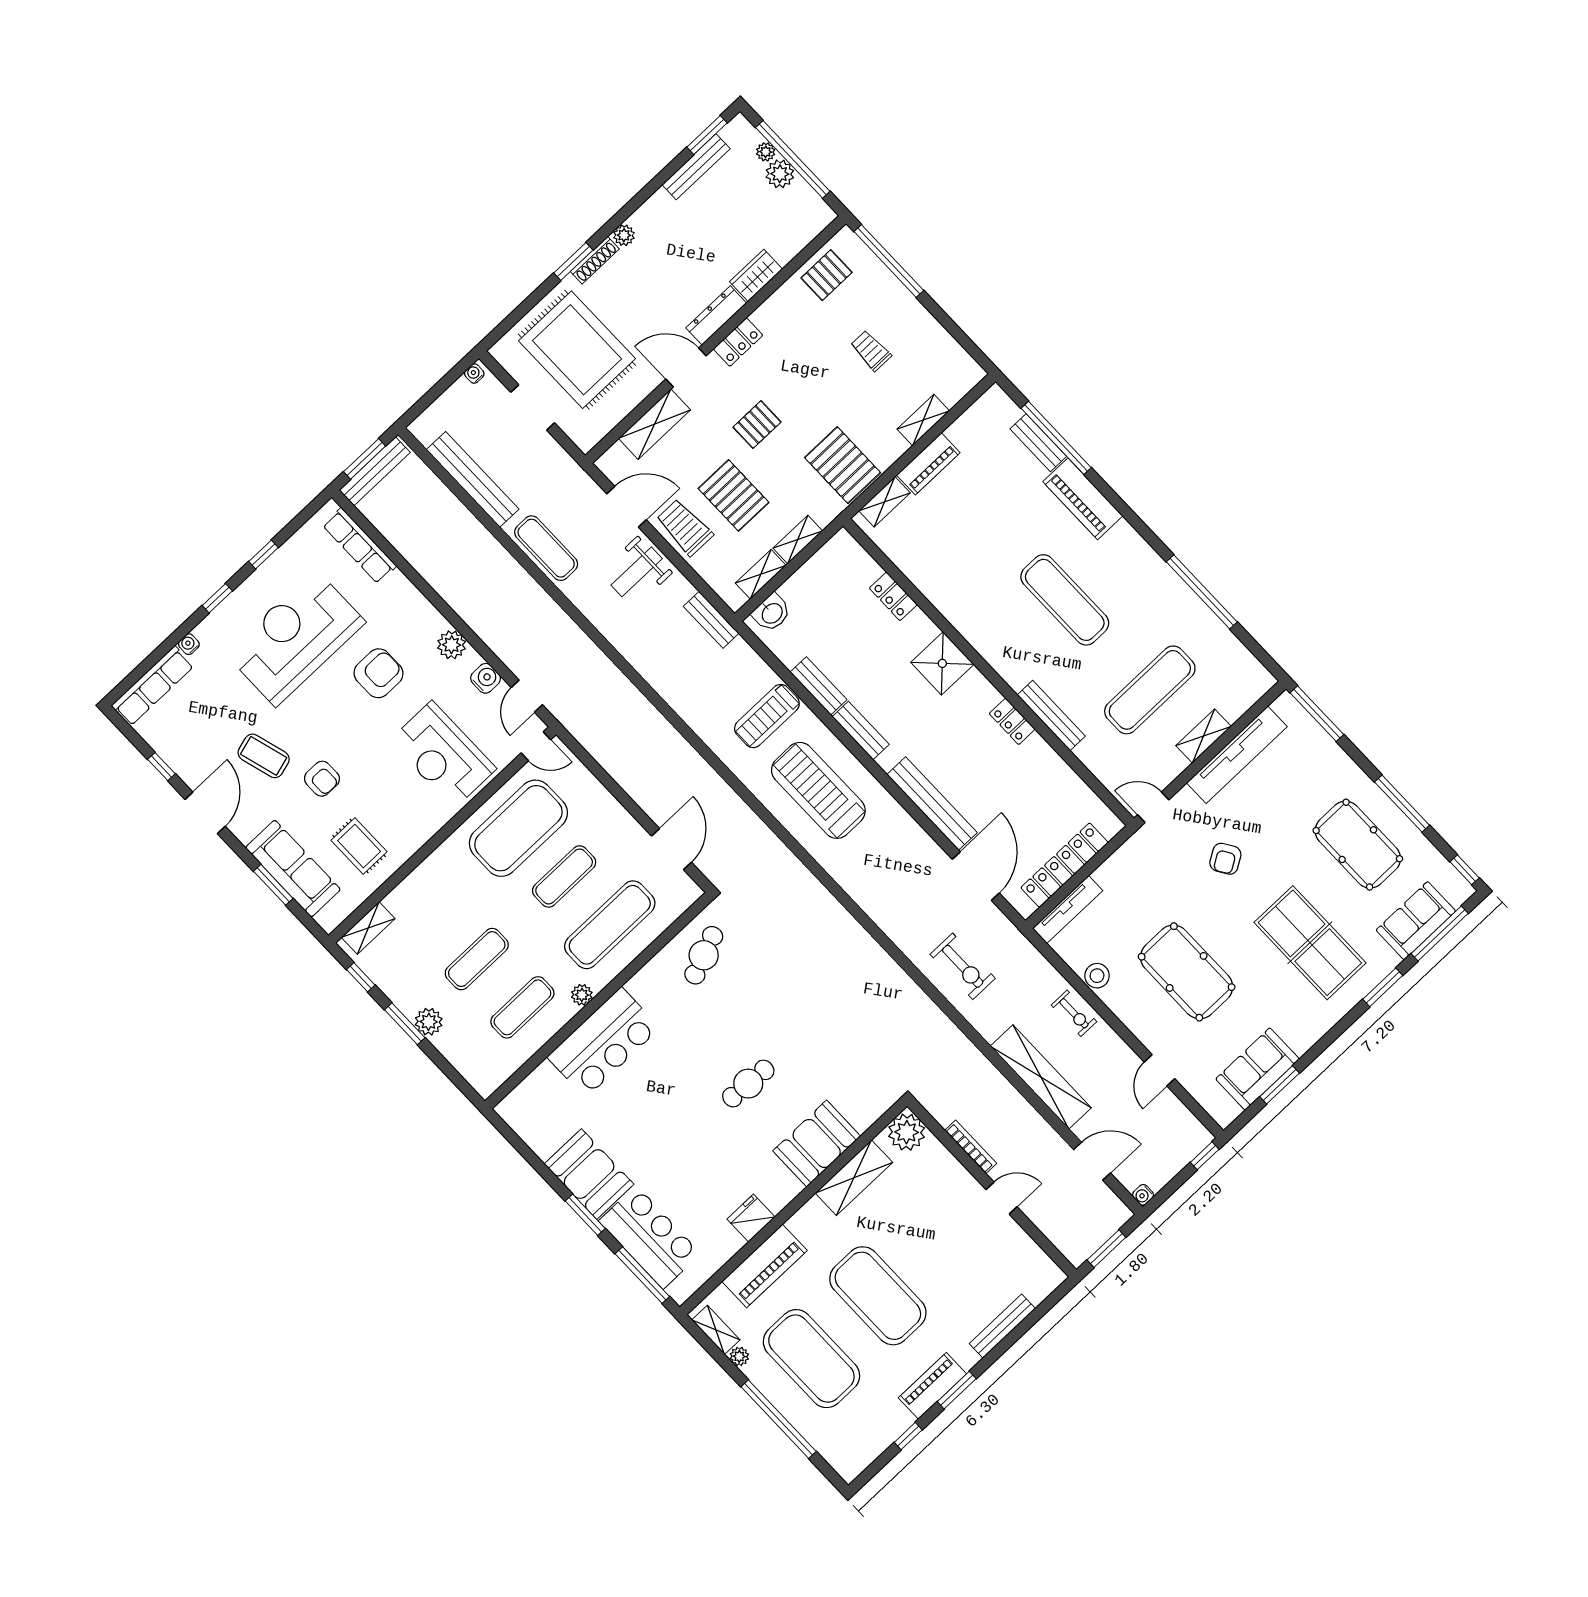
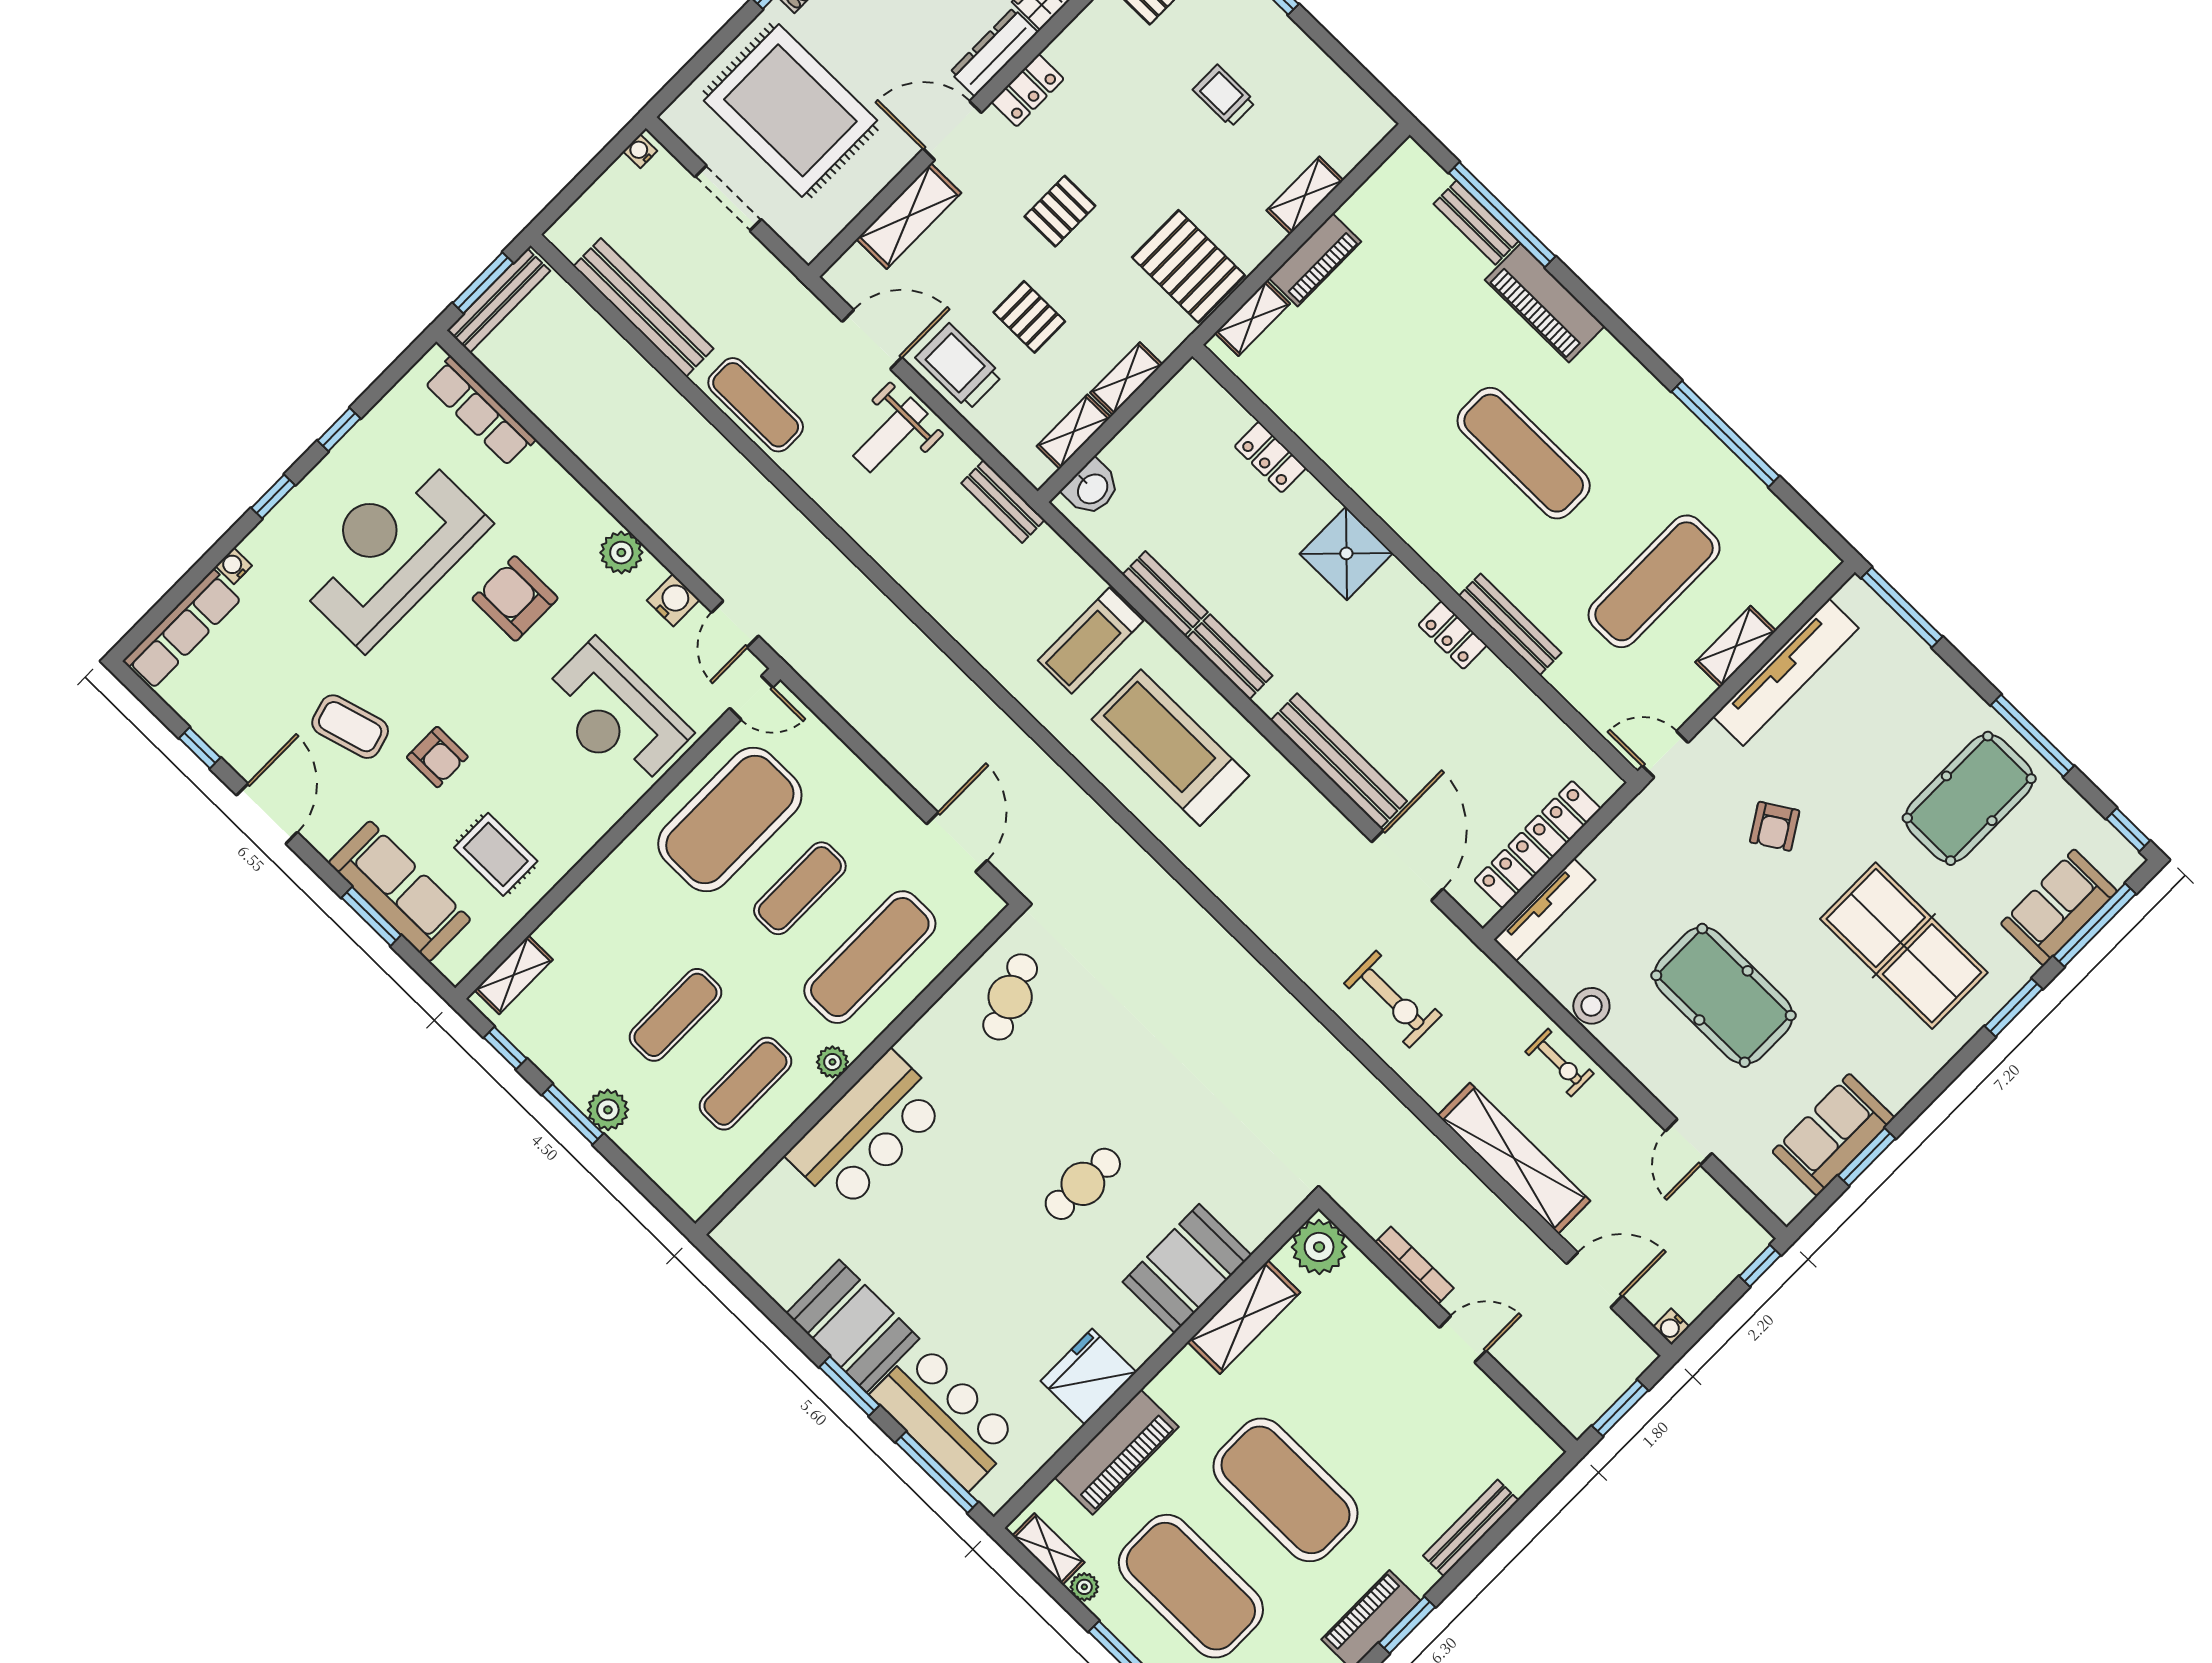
pallet: (734, 495) -> (1029, 317), width x0.67, depth x0.71
armchair: (378, 673) -> (515, 598), turned -90
pool table: (1358, 845) -> (1969, 798), turned 90
fridge: (751, 1218) -> (1089, 1377), width x1.36, depth x1.34

